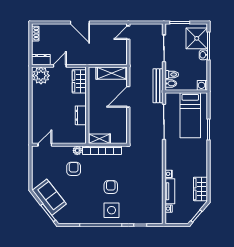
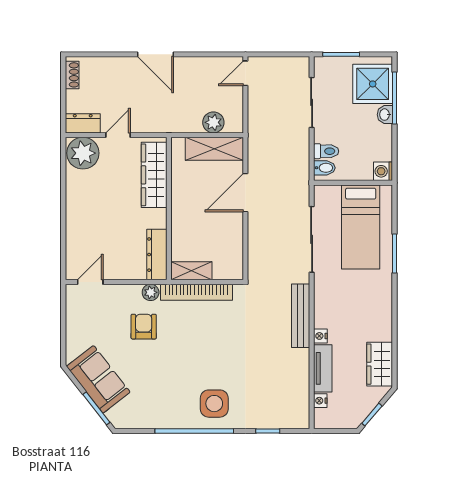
plant: (111, 59) -> (213, 122), added
wardrobe: (79, 81) -> (154, 175), width x1.50
bench: (158, 86) -> (301, 316), moved
dresser: (81, 115) -> (157, 255), moved, width x1.44
armchair: (111, 187) -> (213, 360), removed

